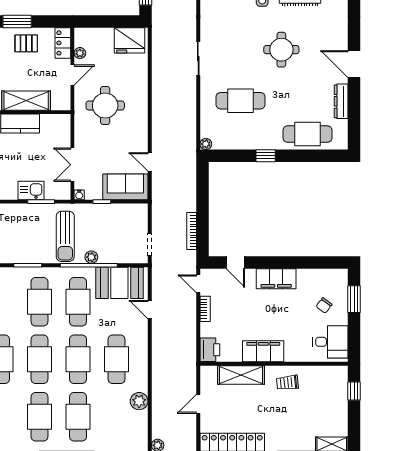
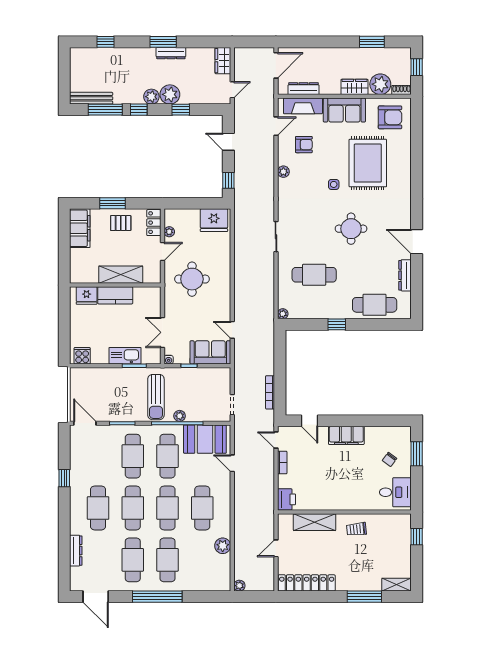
kitchen sink: (31, 190) -> (125, 356), width x1.38
filing cabinet: (263, 351) -> (335, 501), removed

